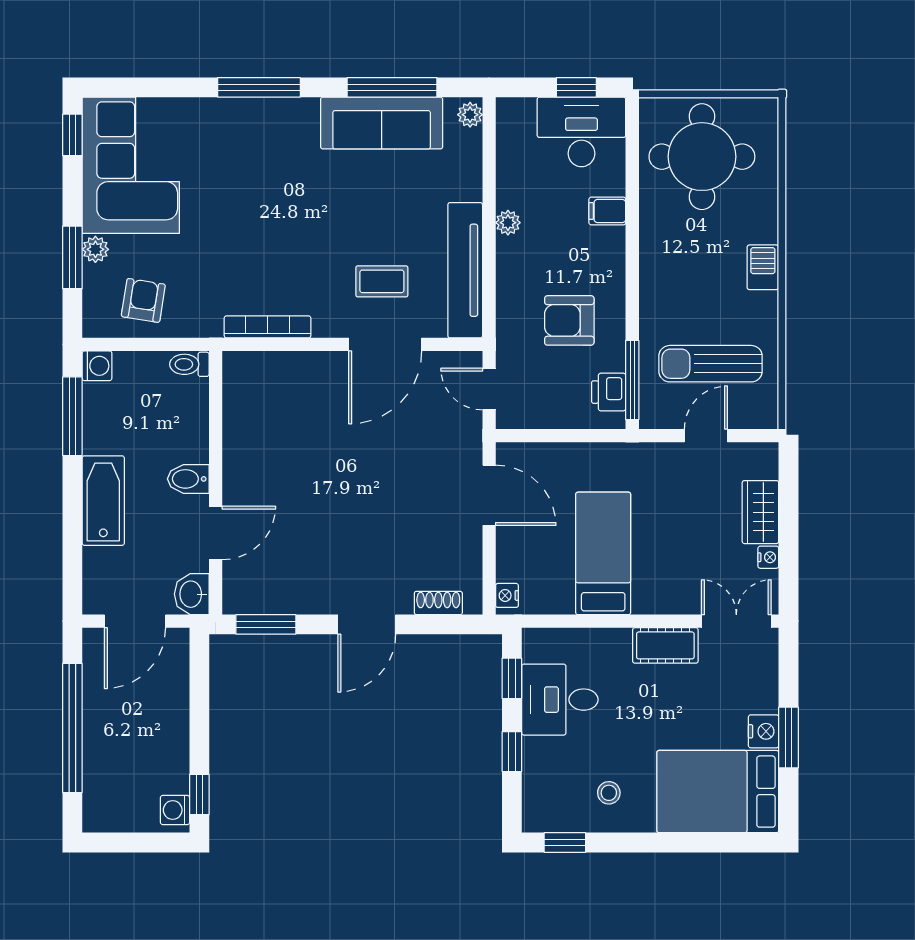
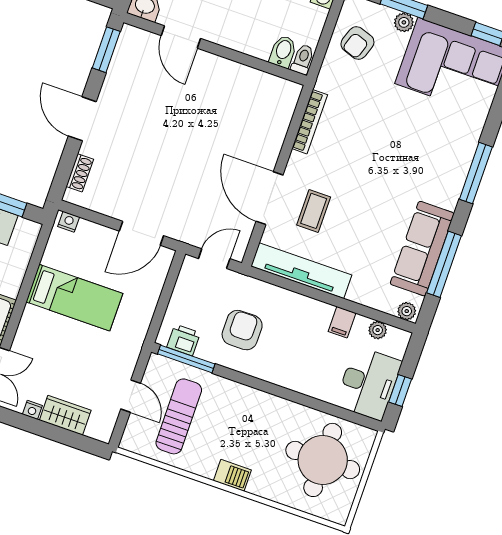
filing cabinet: (607, 211) -> (342, 322), moved, turned 180
plant: (508, 223) -> (378, 330), moved
armchair: (143, 300) -> (357, 43), turned 100
bidet: (188, 479) -> (283, 52), moved

